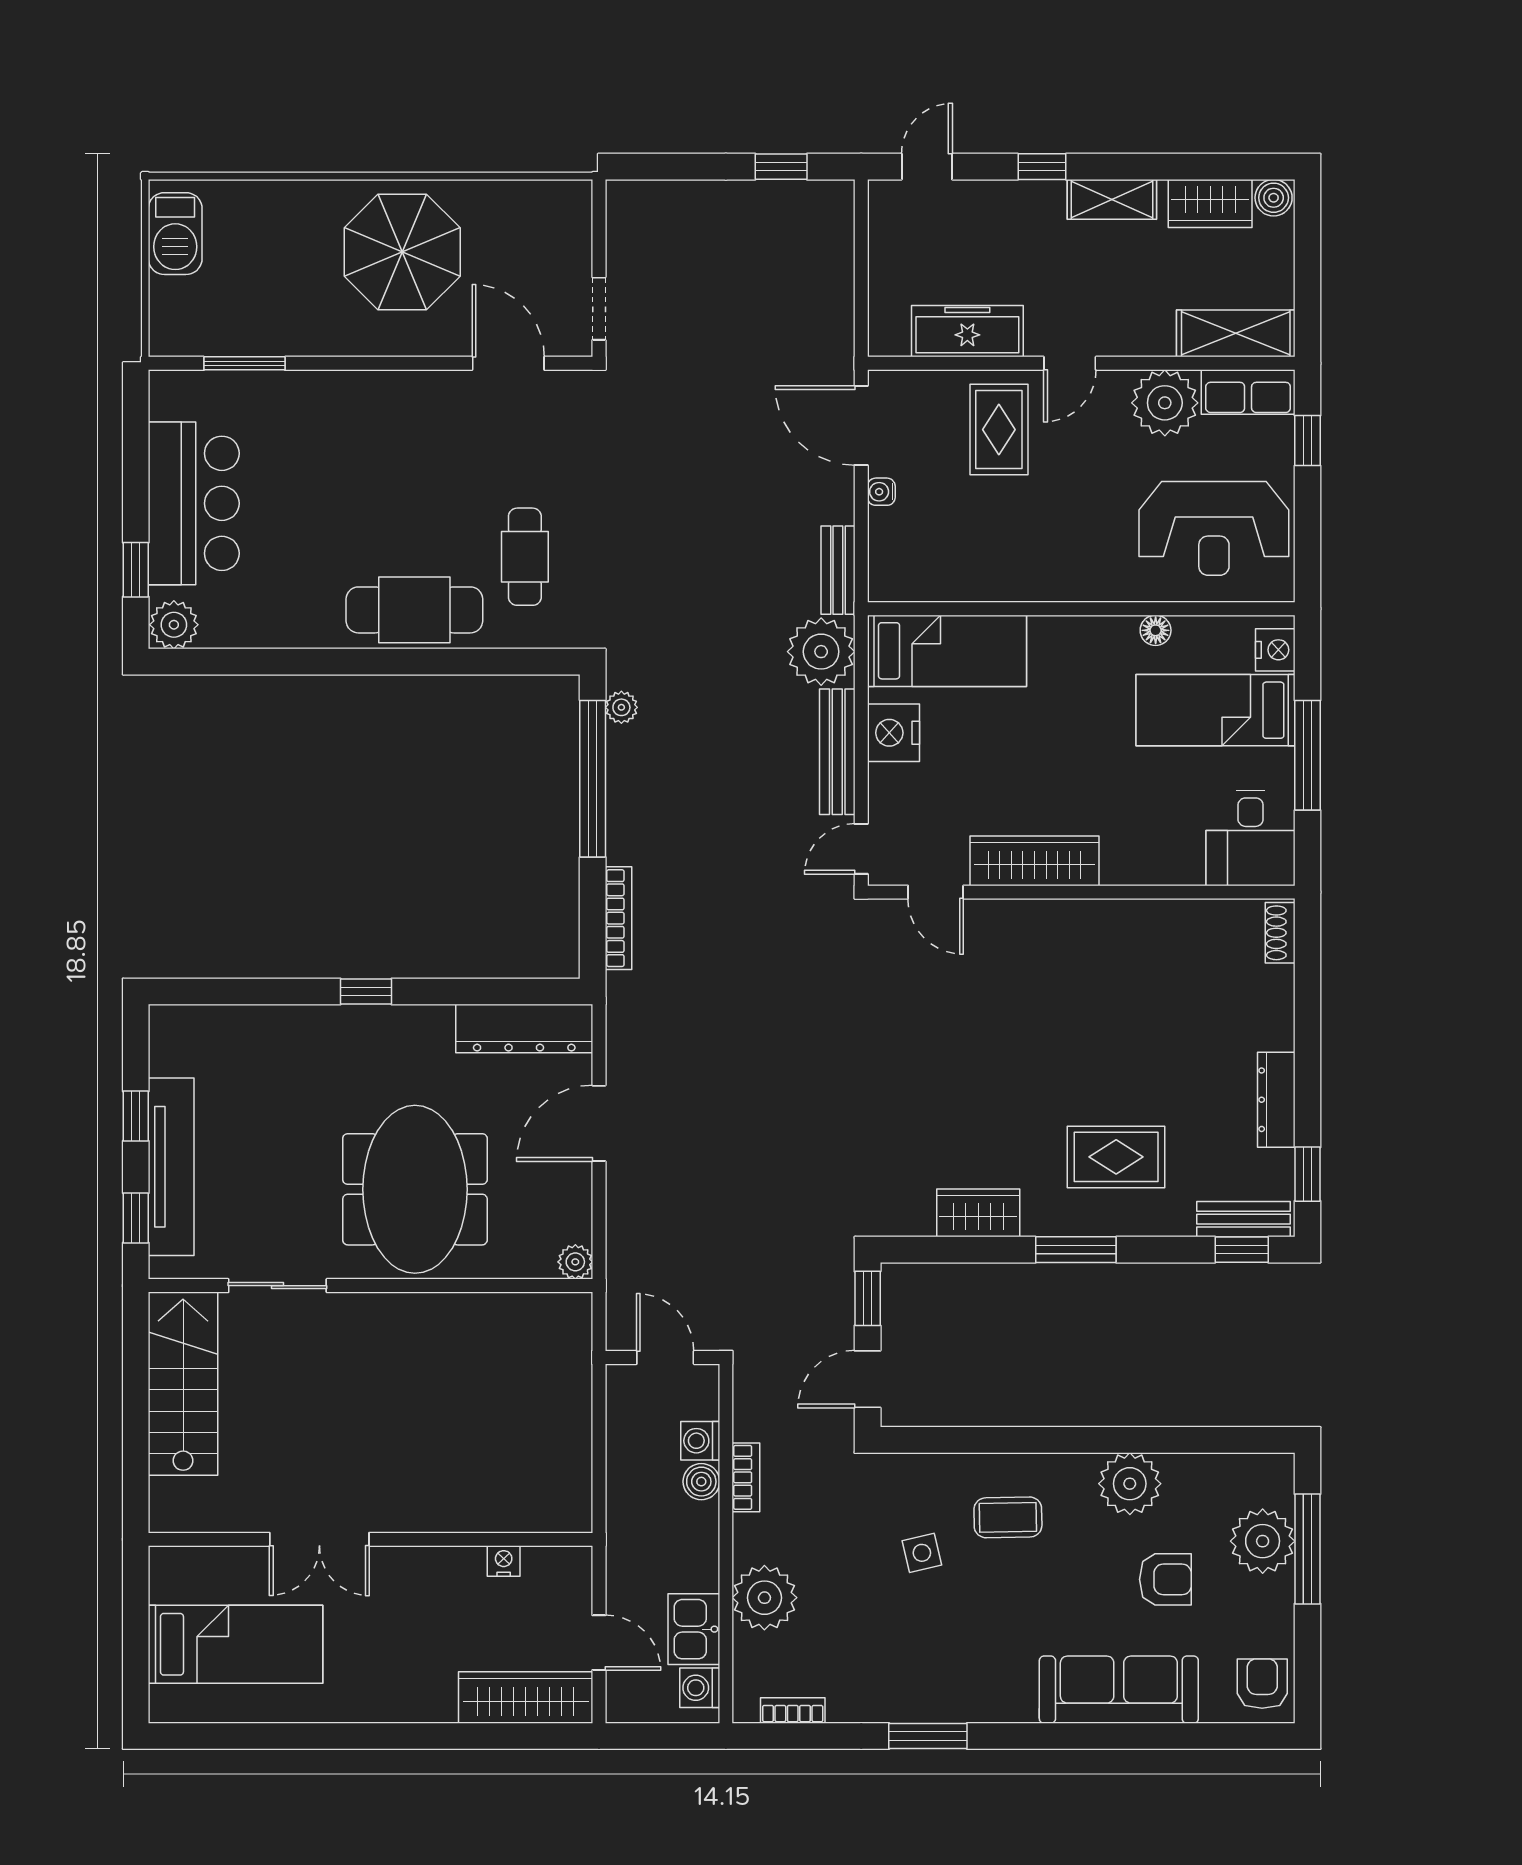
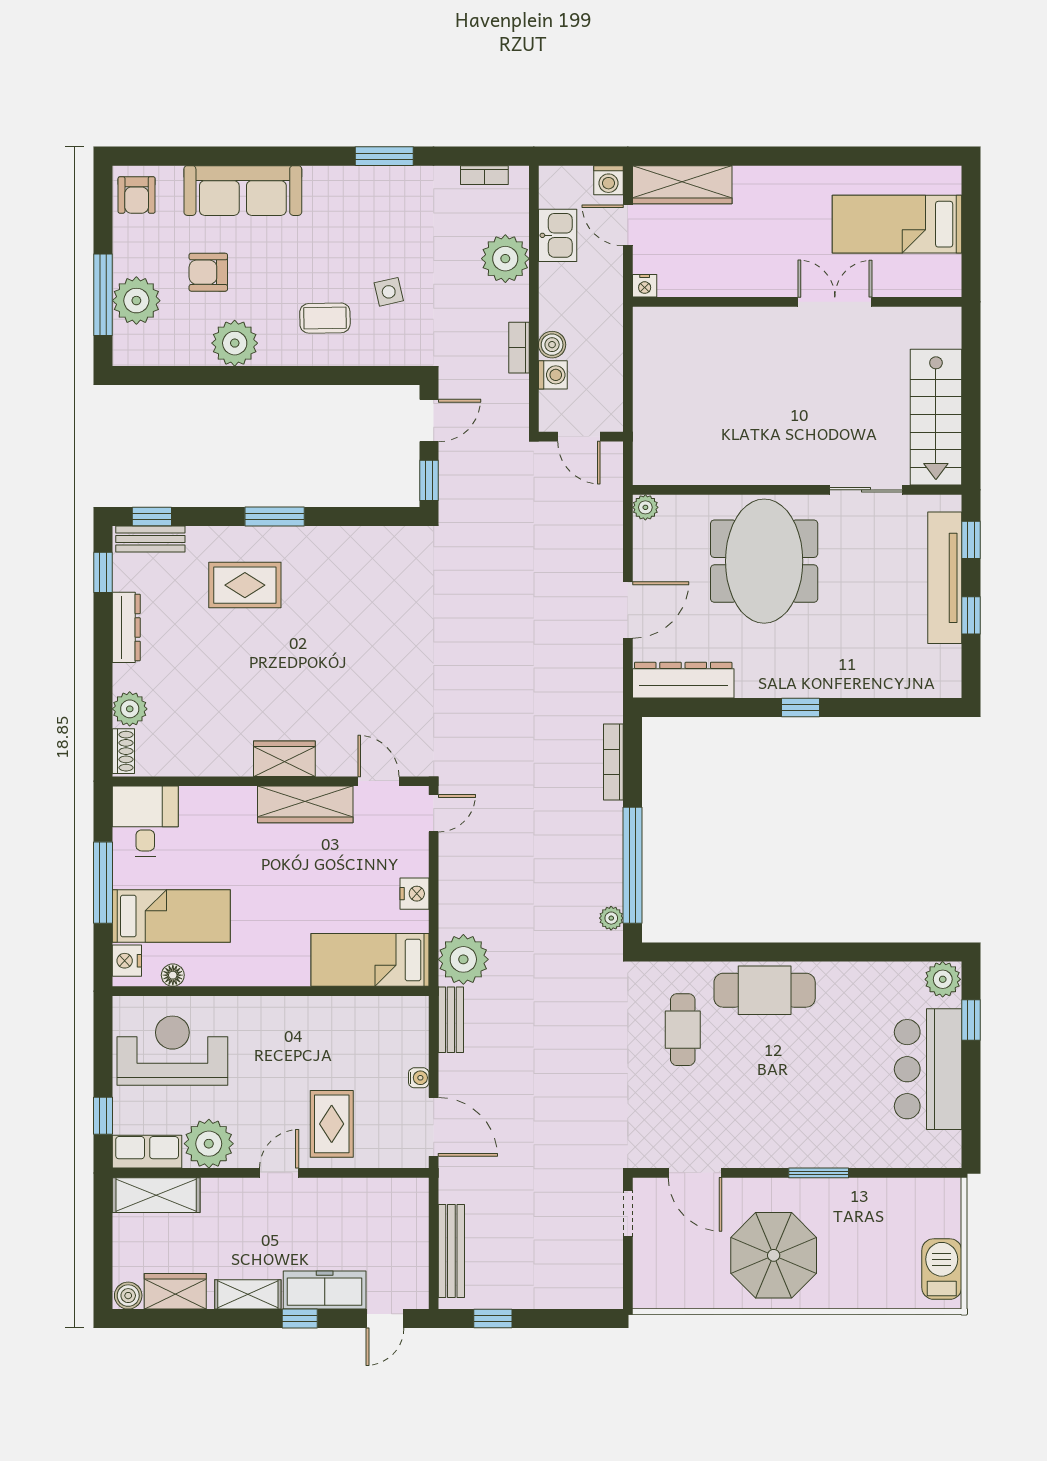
freezer: (967, 331) -> (325, 1290), moved, turned 180
window: (244, 363) -> (819, 1173), moved
floor lamp: (1156, 630) -> (173, 975), moved
nightstand: (893, 733) -> (414, 894), width x0.74, depth x0.75
bench: (837, 752) -> (451, 1251), moved
plant: (1271, 990) -> (130, 709), added
wardrobe: (978, 1213) -> (284, 759), moved, turned 180
nightstand: (504, 1561) -> (645, 286), moved
washing machine: (700, 1688) -> (609, 180), moved, turned 90

